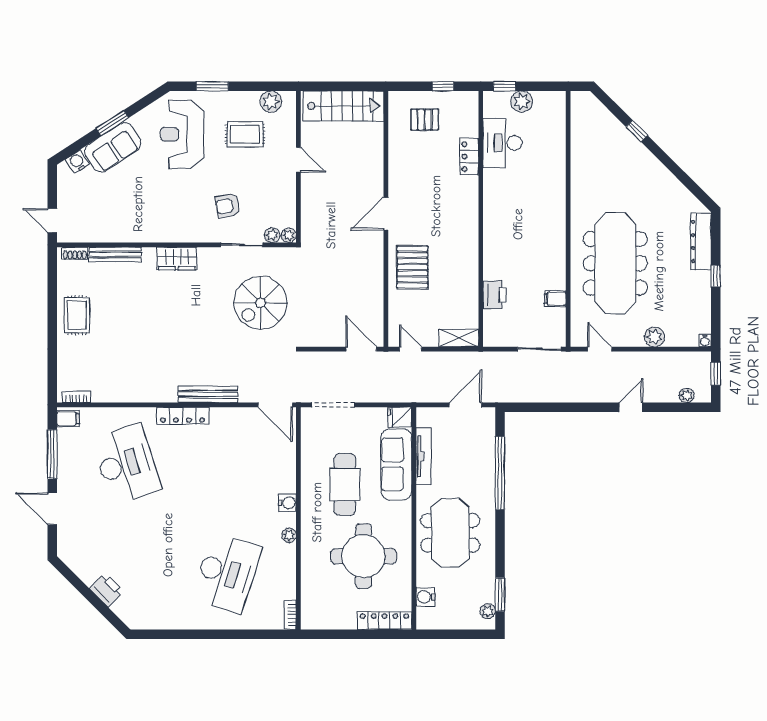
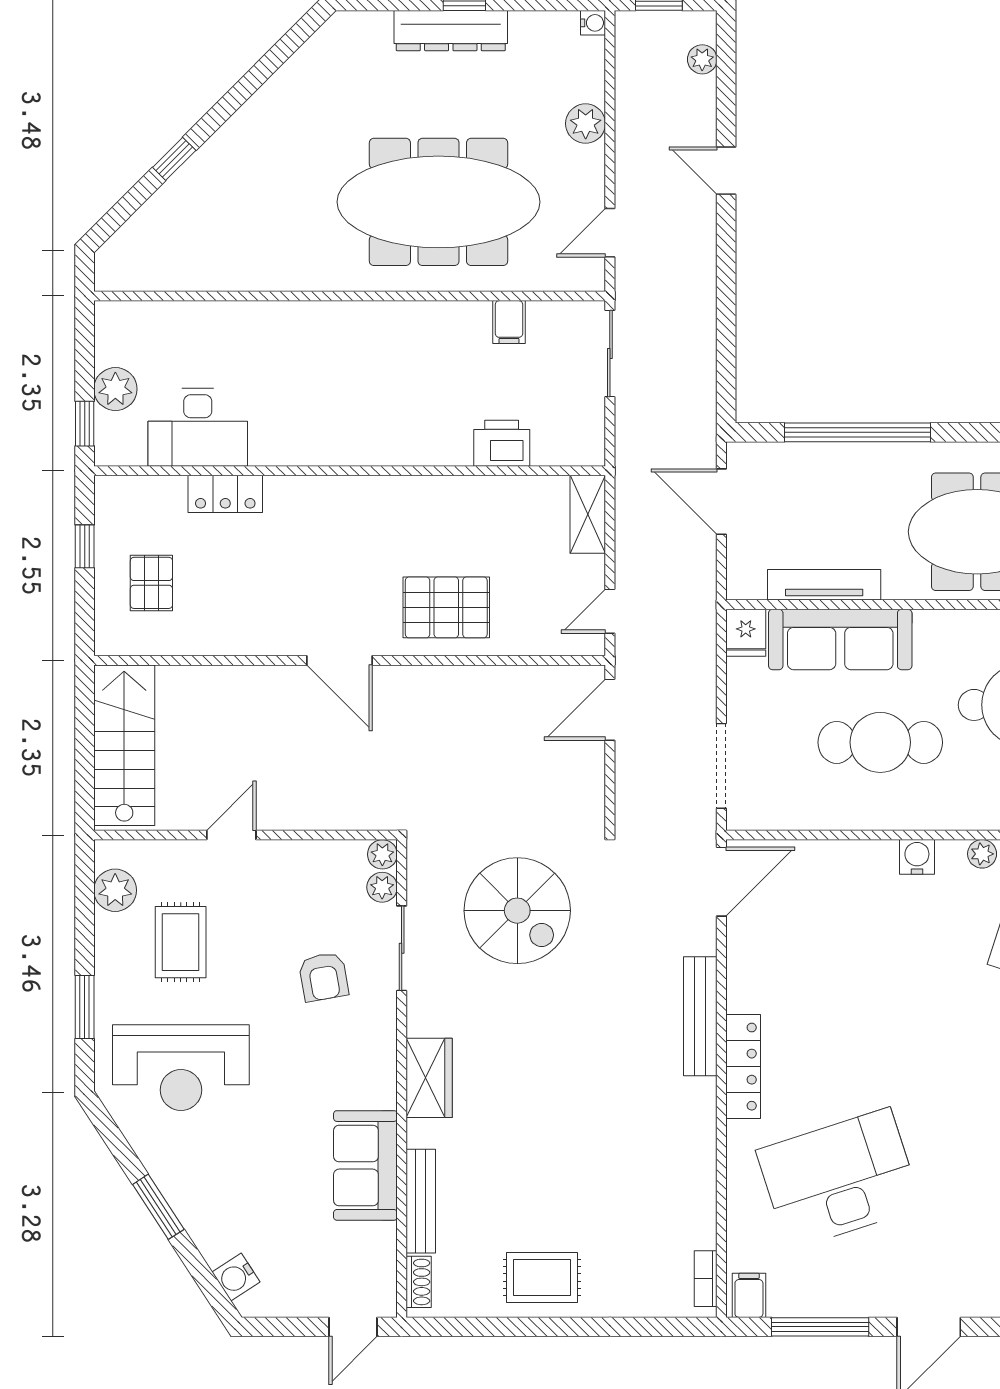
sofa: (113, 147) -> (365, 1165), moved, turned -147
dresser: (701, 242) -> (451, 31), moved

